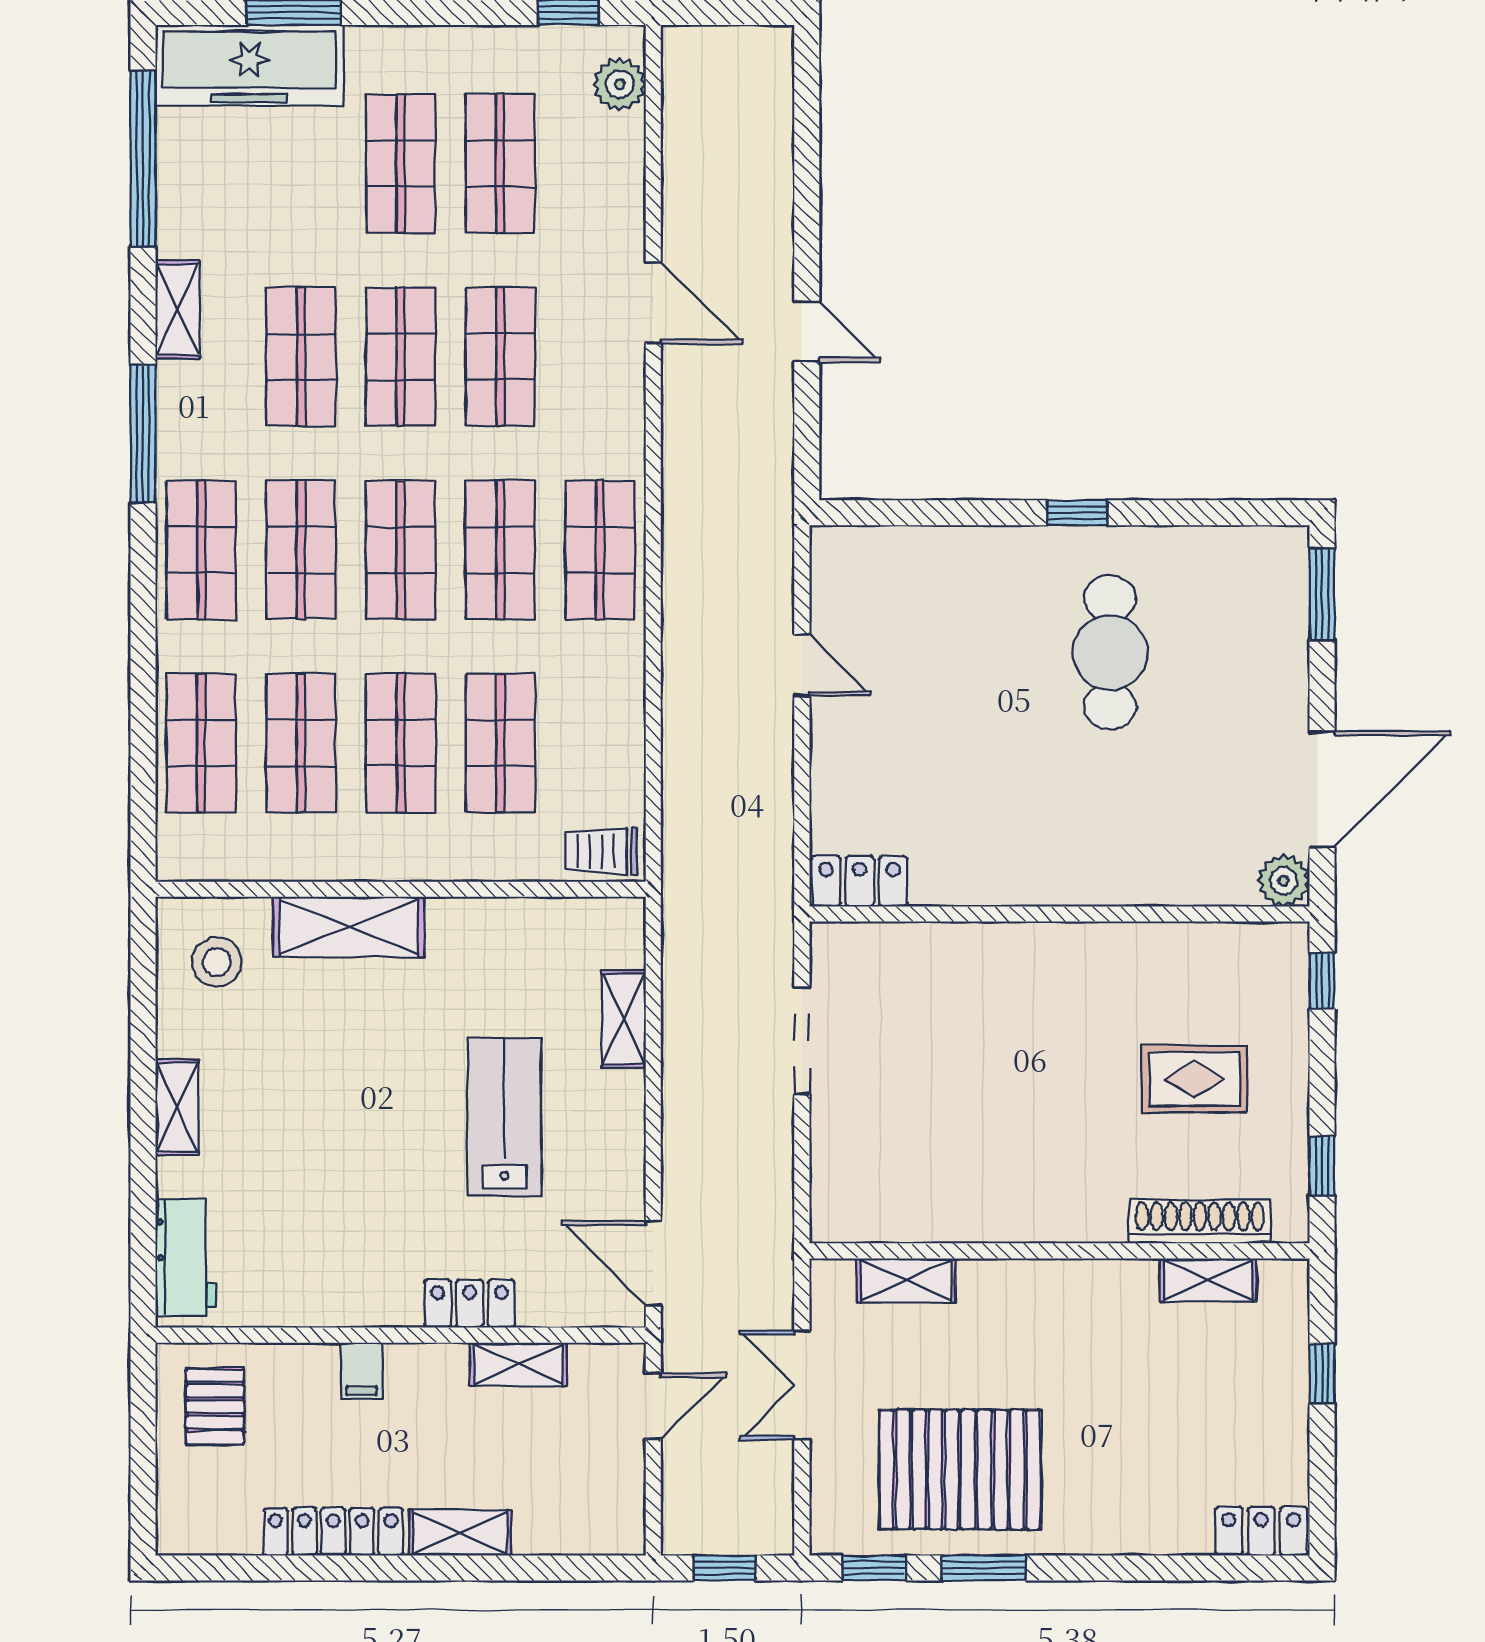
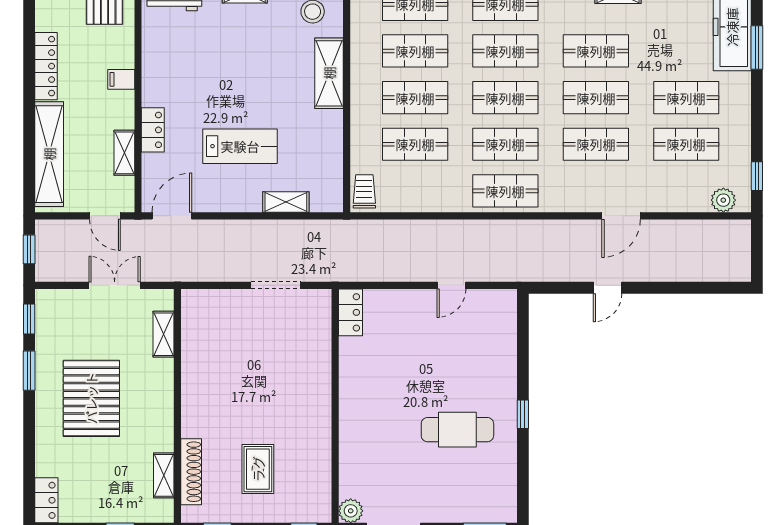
pallet: (960, 1470) -> (91, 398), moved
shelving: (460, 1533) -> (49, 154), width x2.20, depth x1.33

